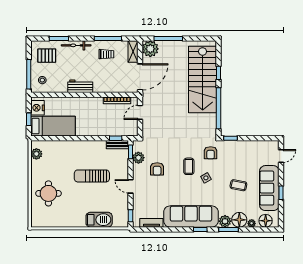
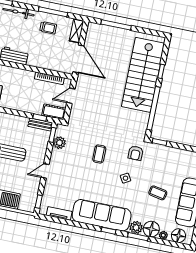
plant: (150, 49) -> (95, 32), removed
door: (140, 77) -> (78, 59), hinge flipped
cot: (127, 130) -> (54, 112), added
coffee table: (189, 166) -> (99, 154), moved
armchair: (157, 169) -> (76, 158), removed
door: (131, 186) -> (45, 171), hinge flipped

